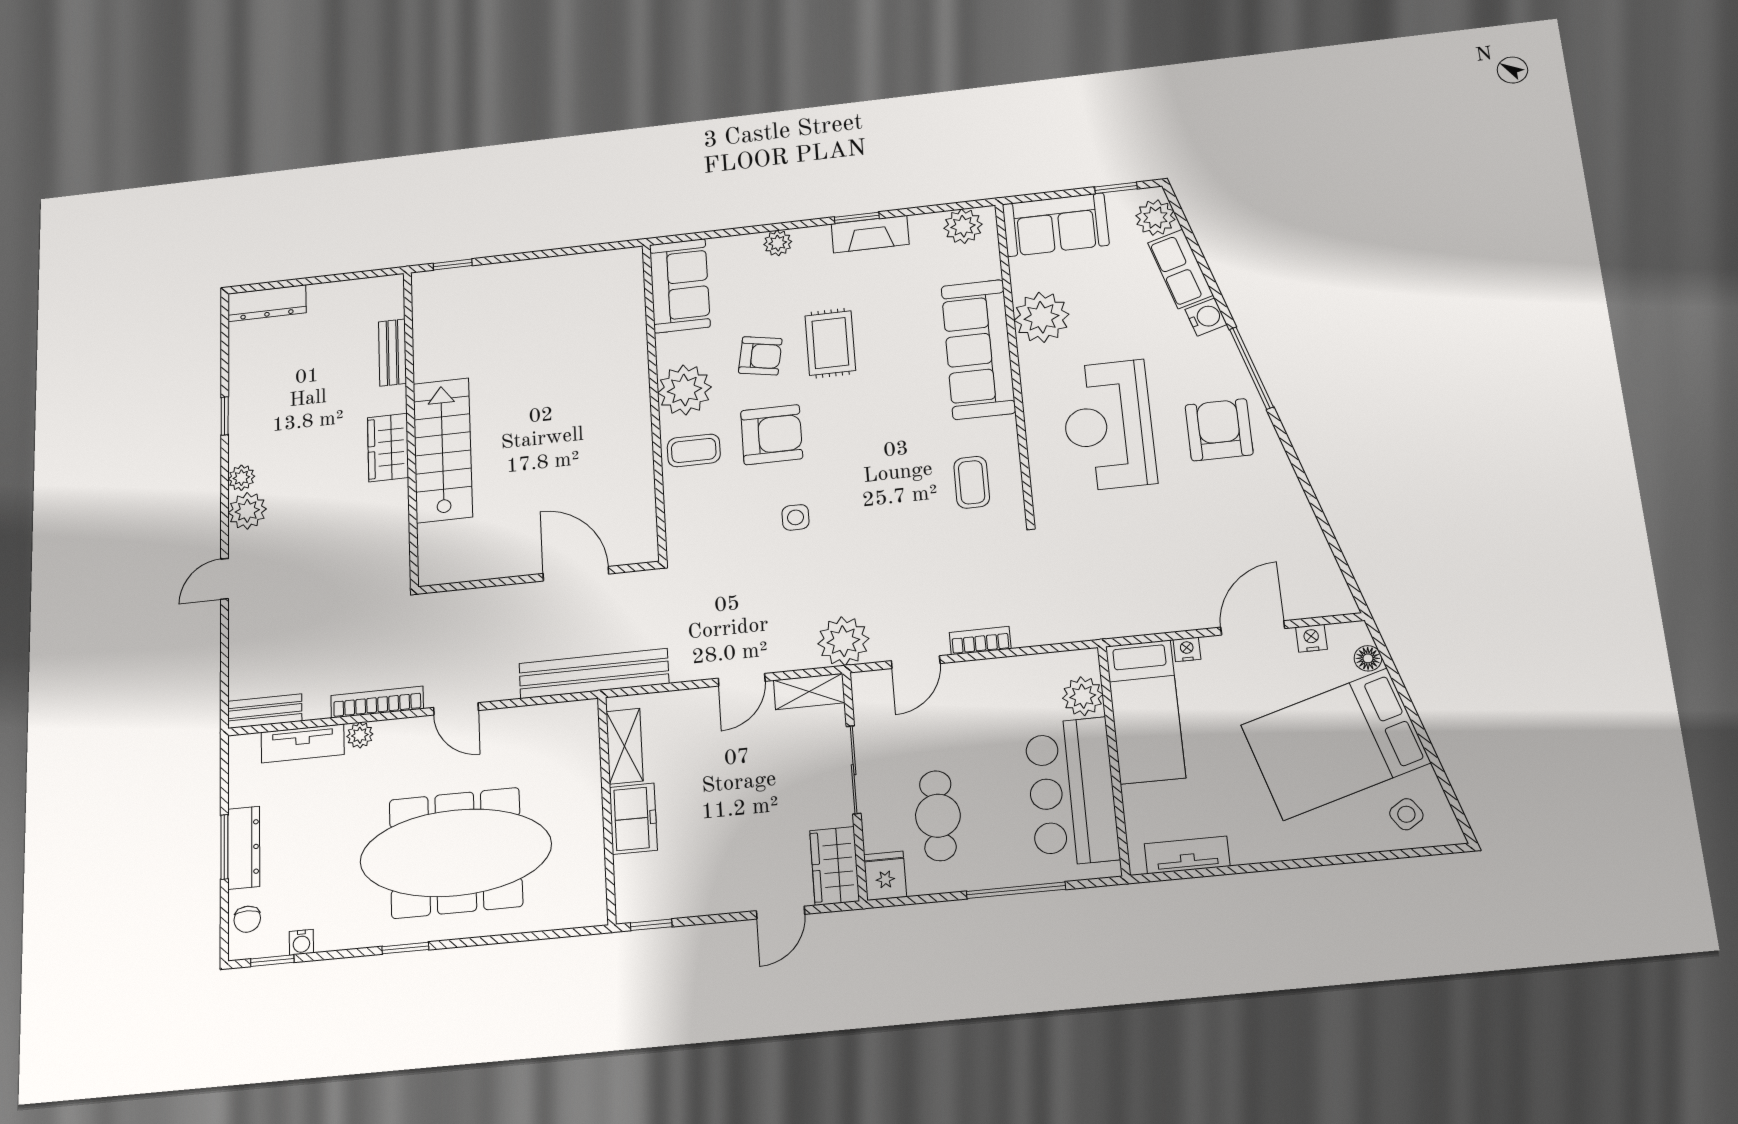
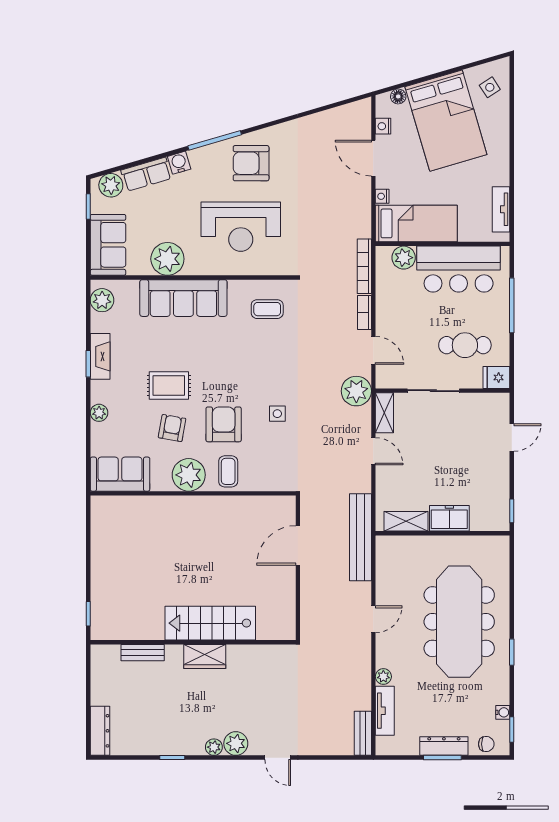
bookcase: (377, 702) -> (364, 266), moved
wardrobe: (835, 866) -> (488, 405), removed
door: (781, 913) -> (512, 438), hinge flipped

